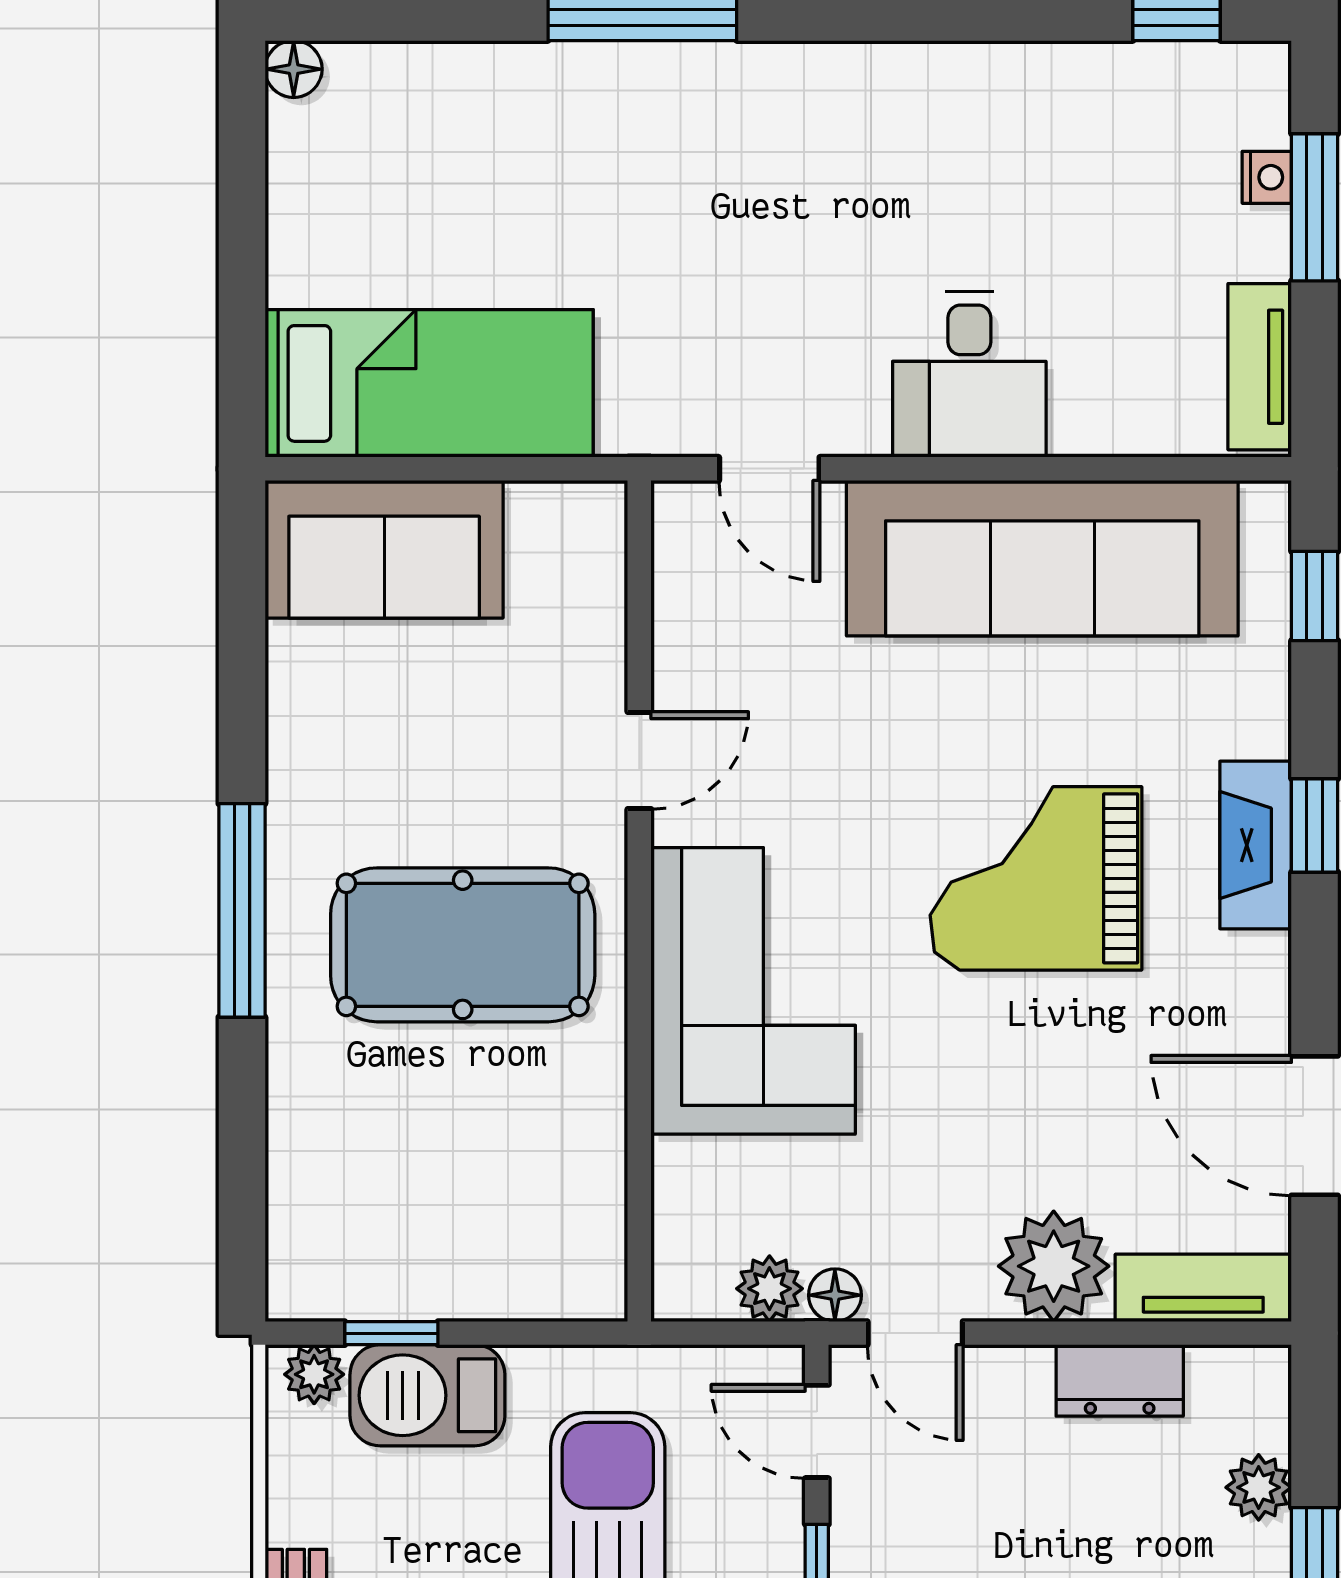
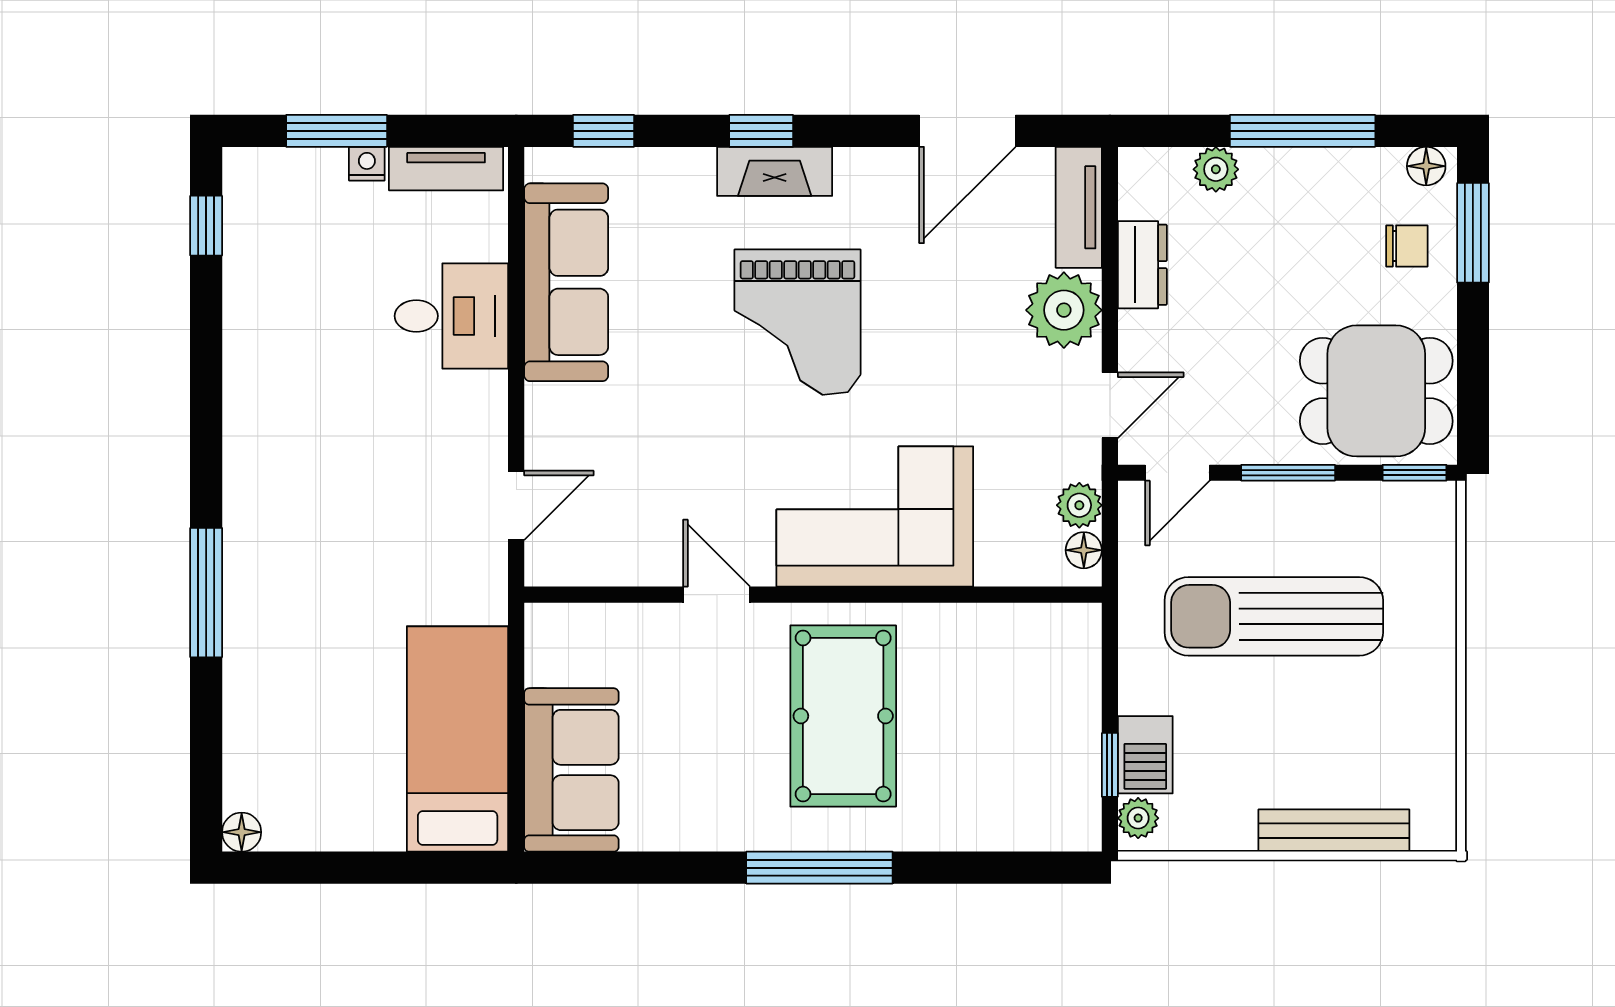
nightstand: (1267, 177) -> (367, 164), moved
desk: (969, 375) -> (451, 316), moved
sofa: (1042, 558) -> (566, 282), width x0.74, depth x0.79
floor lamp: (835, 1295) -> (1084, 550), moved
barbecue: (427, 1395) -> (1145, 755), width x0.73, depth x0.79

